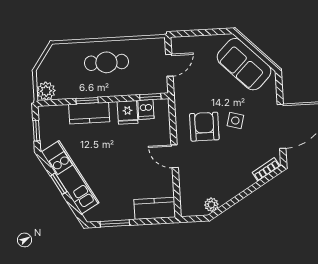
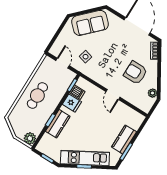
side table: (235, 121) -> (86, 57), moved
armchair: (204, 127) -> (135, 73), moved
door: (175, 156) -> (113, 94), hinge flipped
kitchen counter: (155, 208) -> (124, 139), moved

